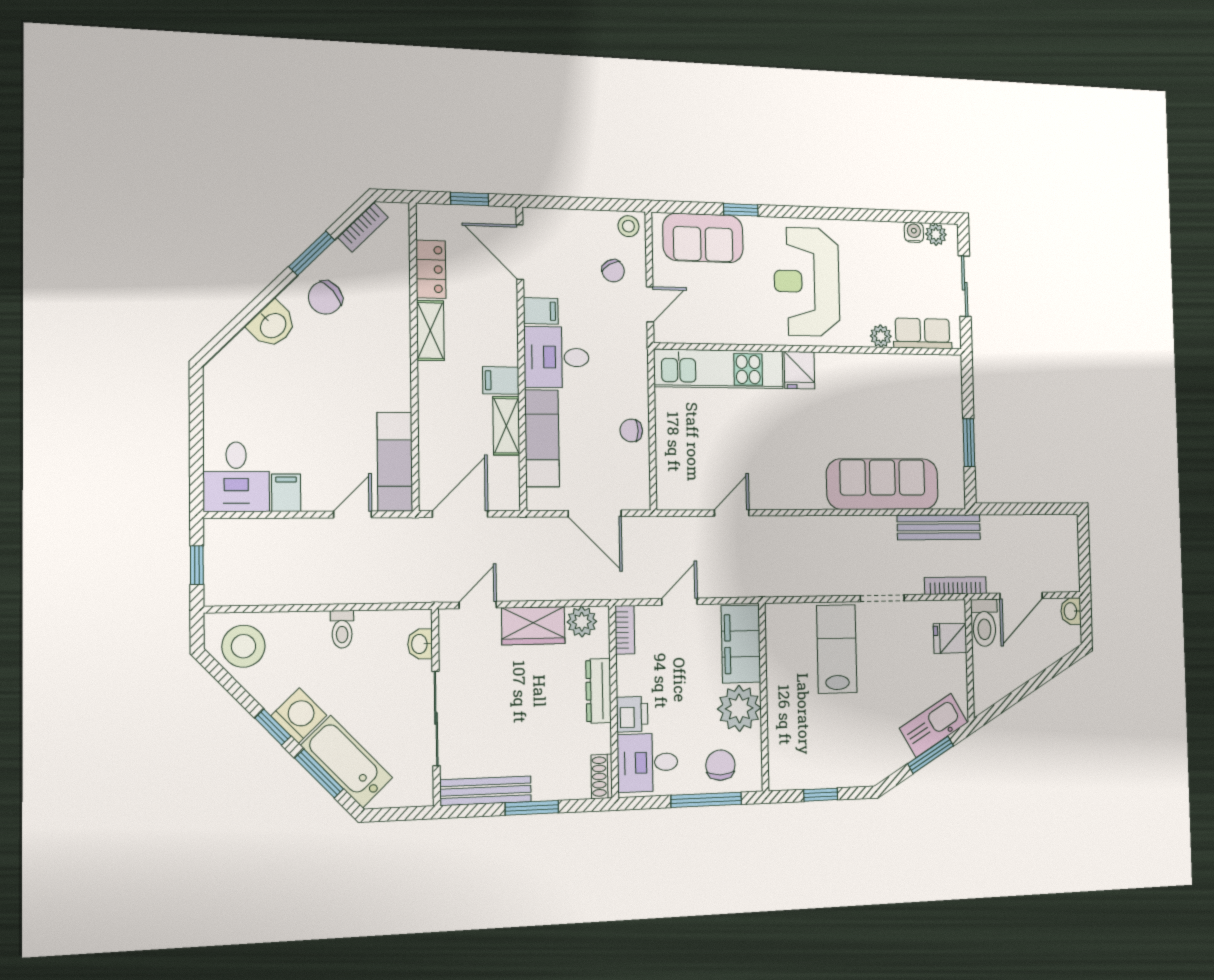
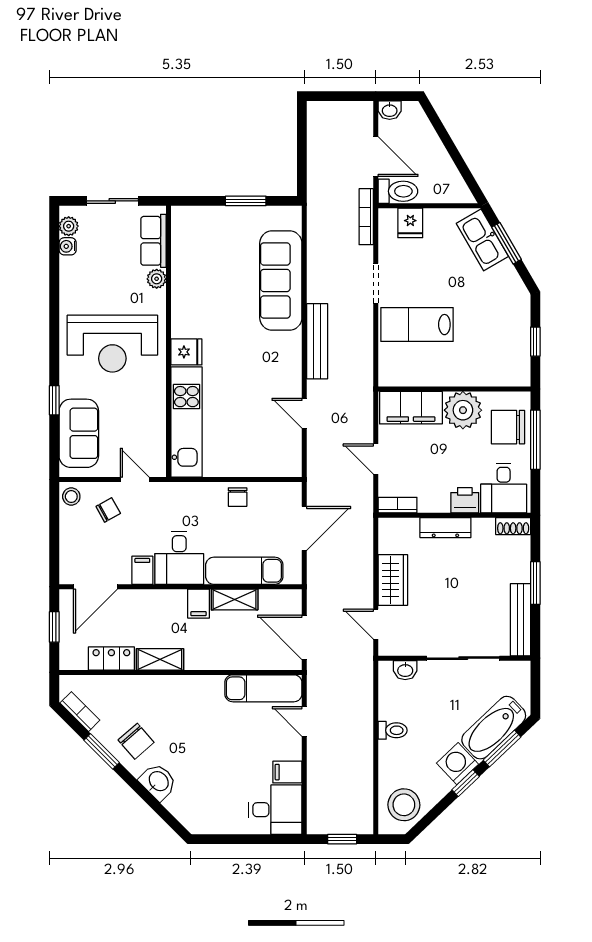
bench: (939, 527) -> (317, 341), moved
plant: (582, 622) -> (390, 540), removed
chair: (720, 765) -> (508, 427), width x1.37, depth x1.37

